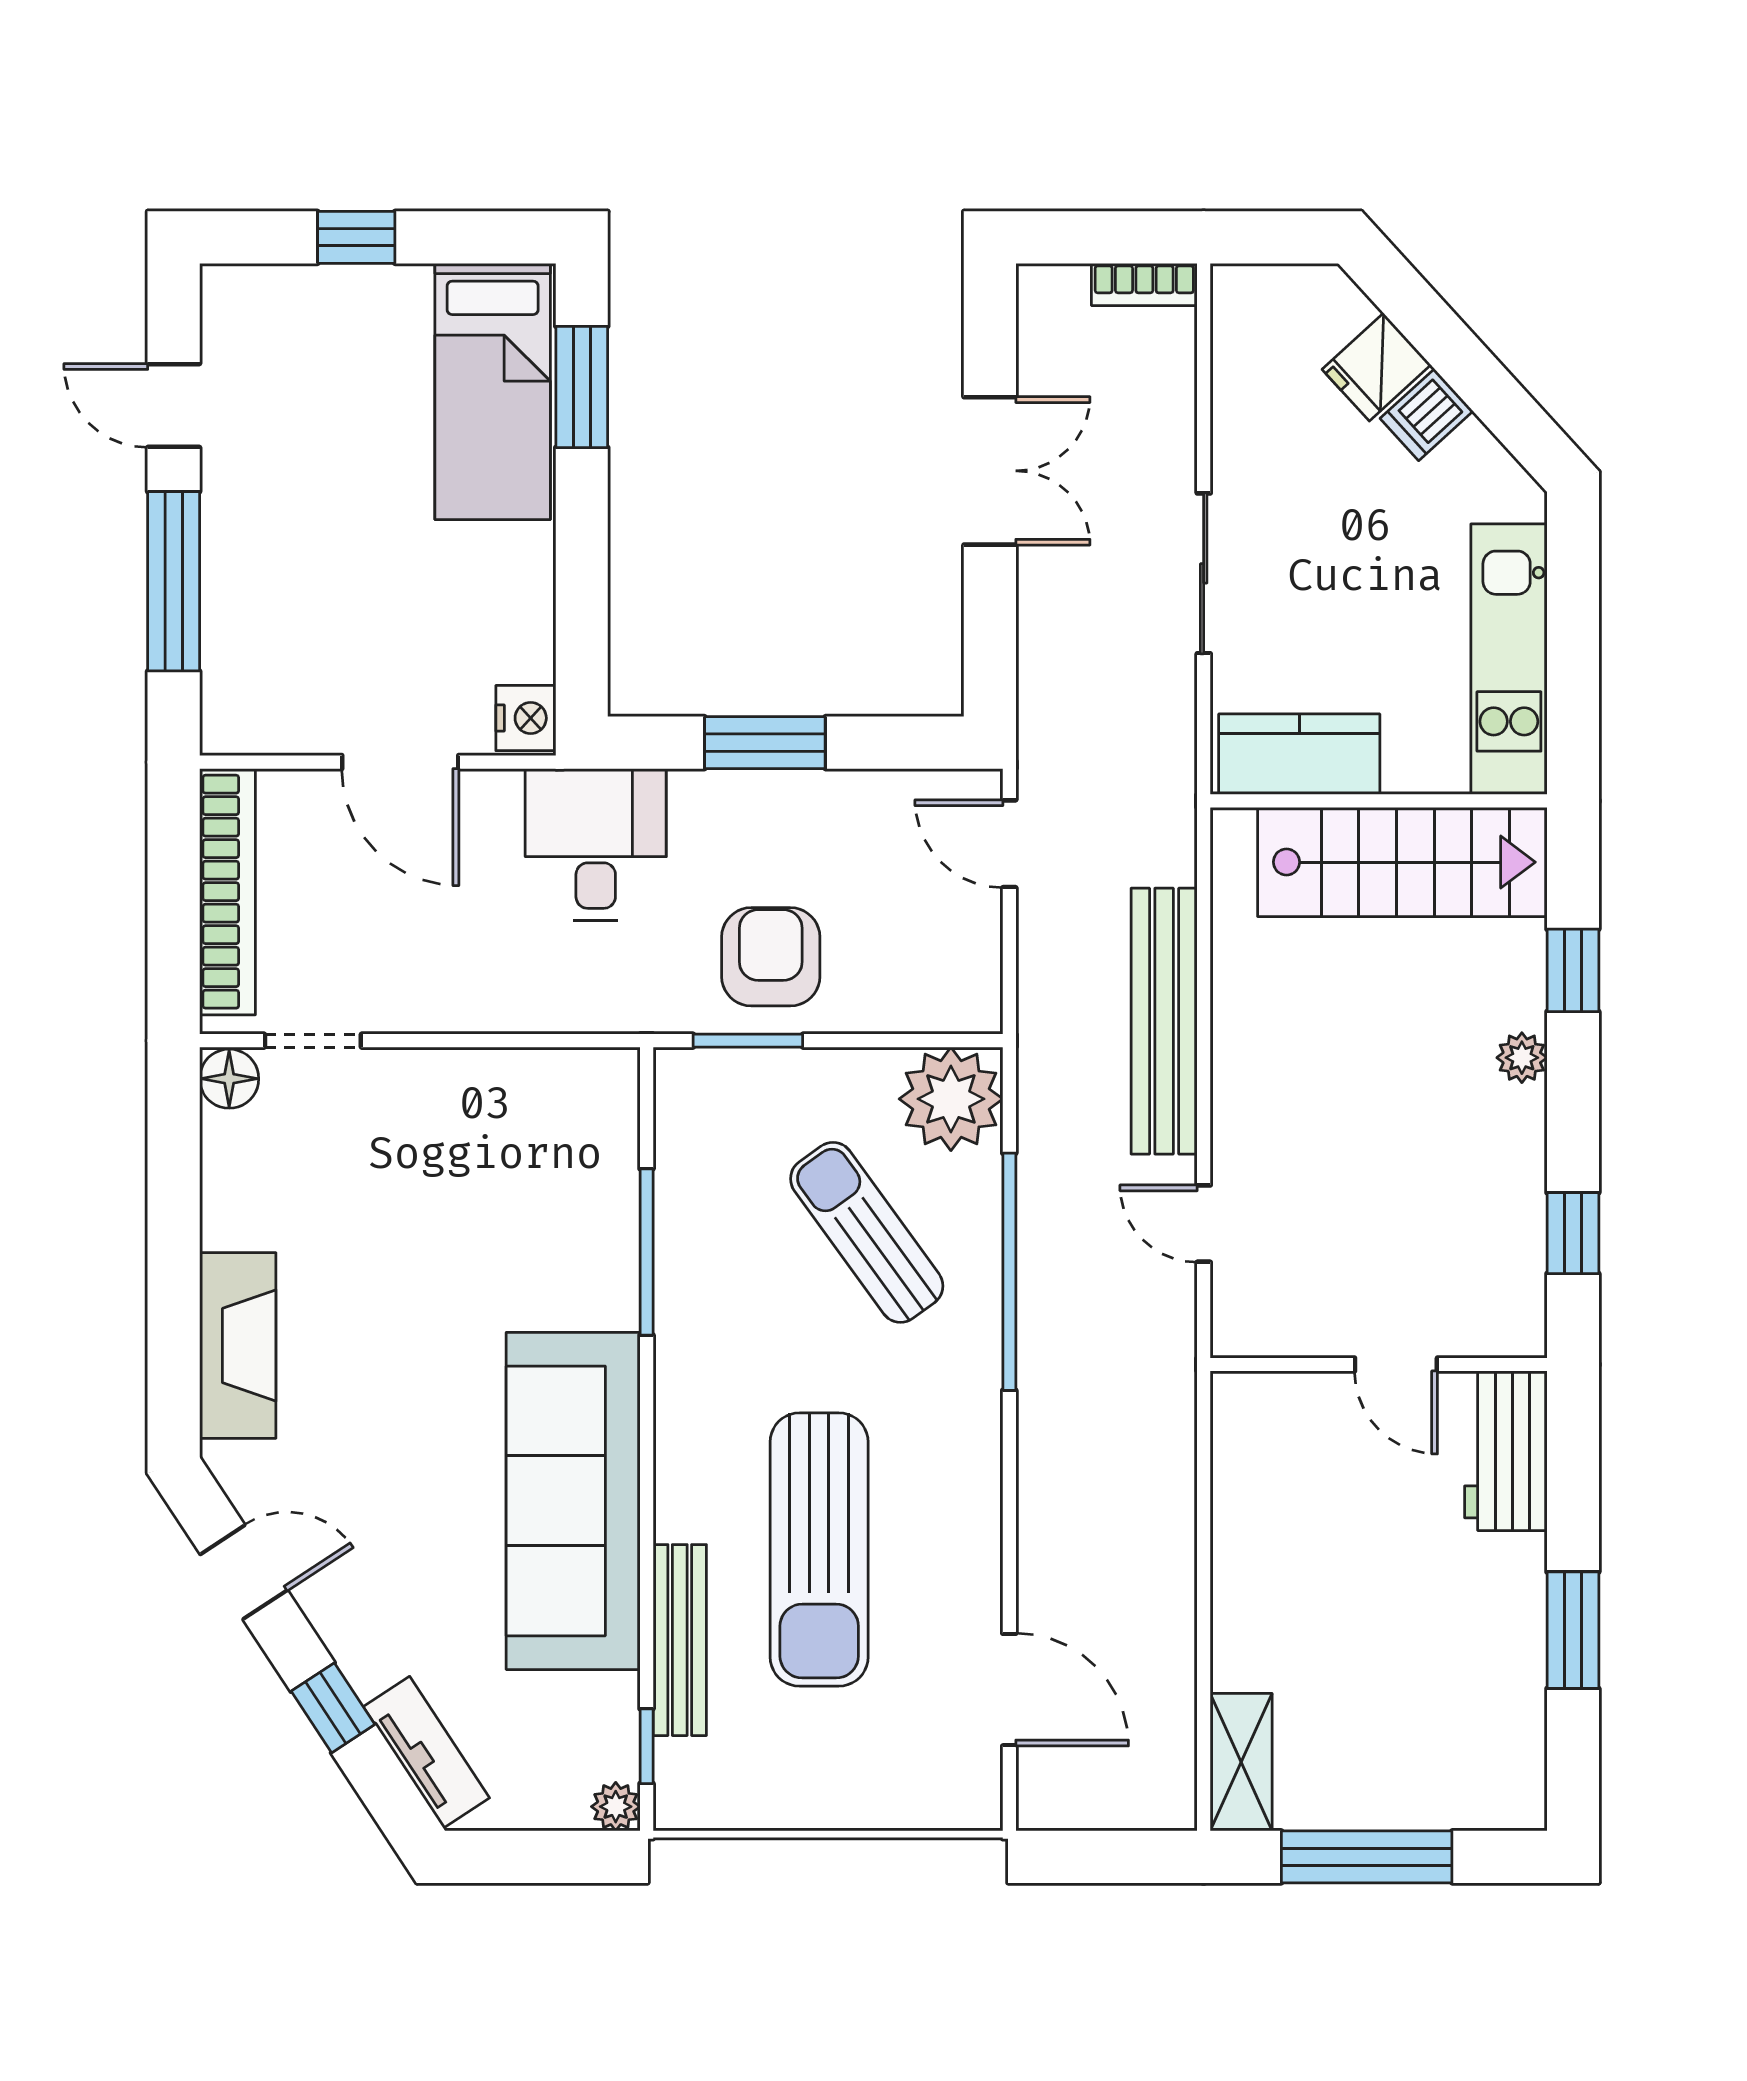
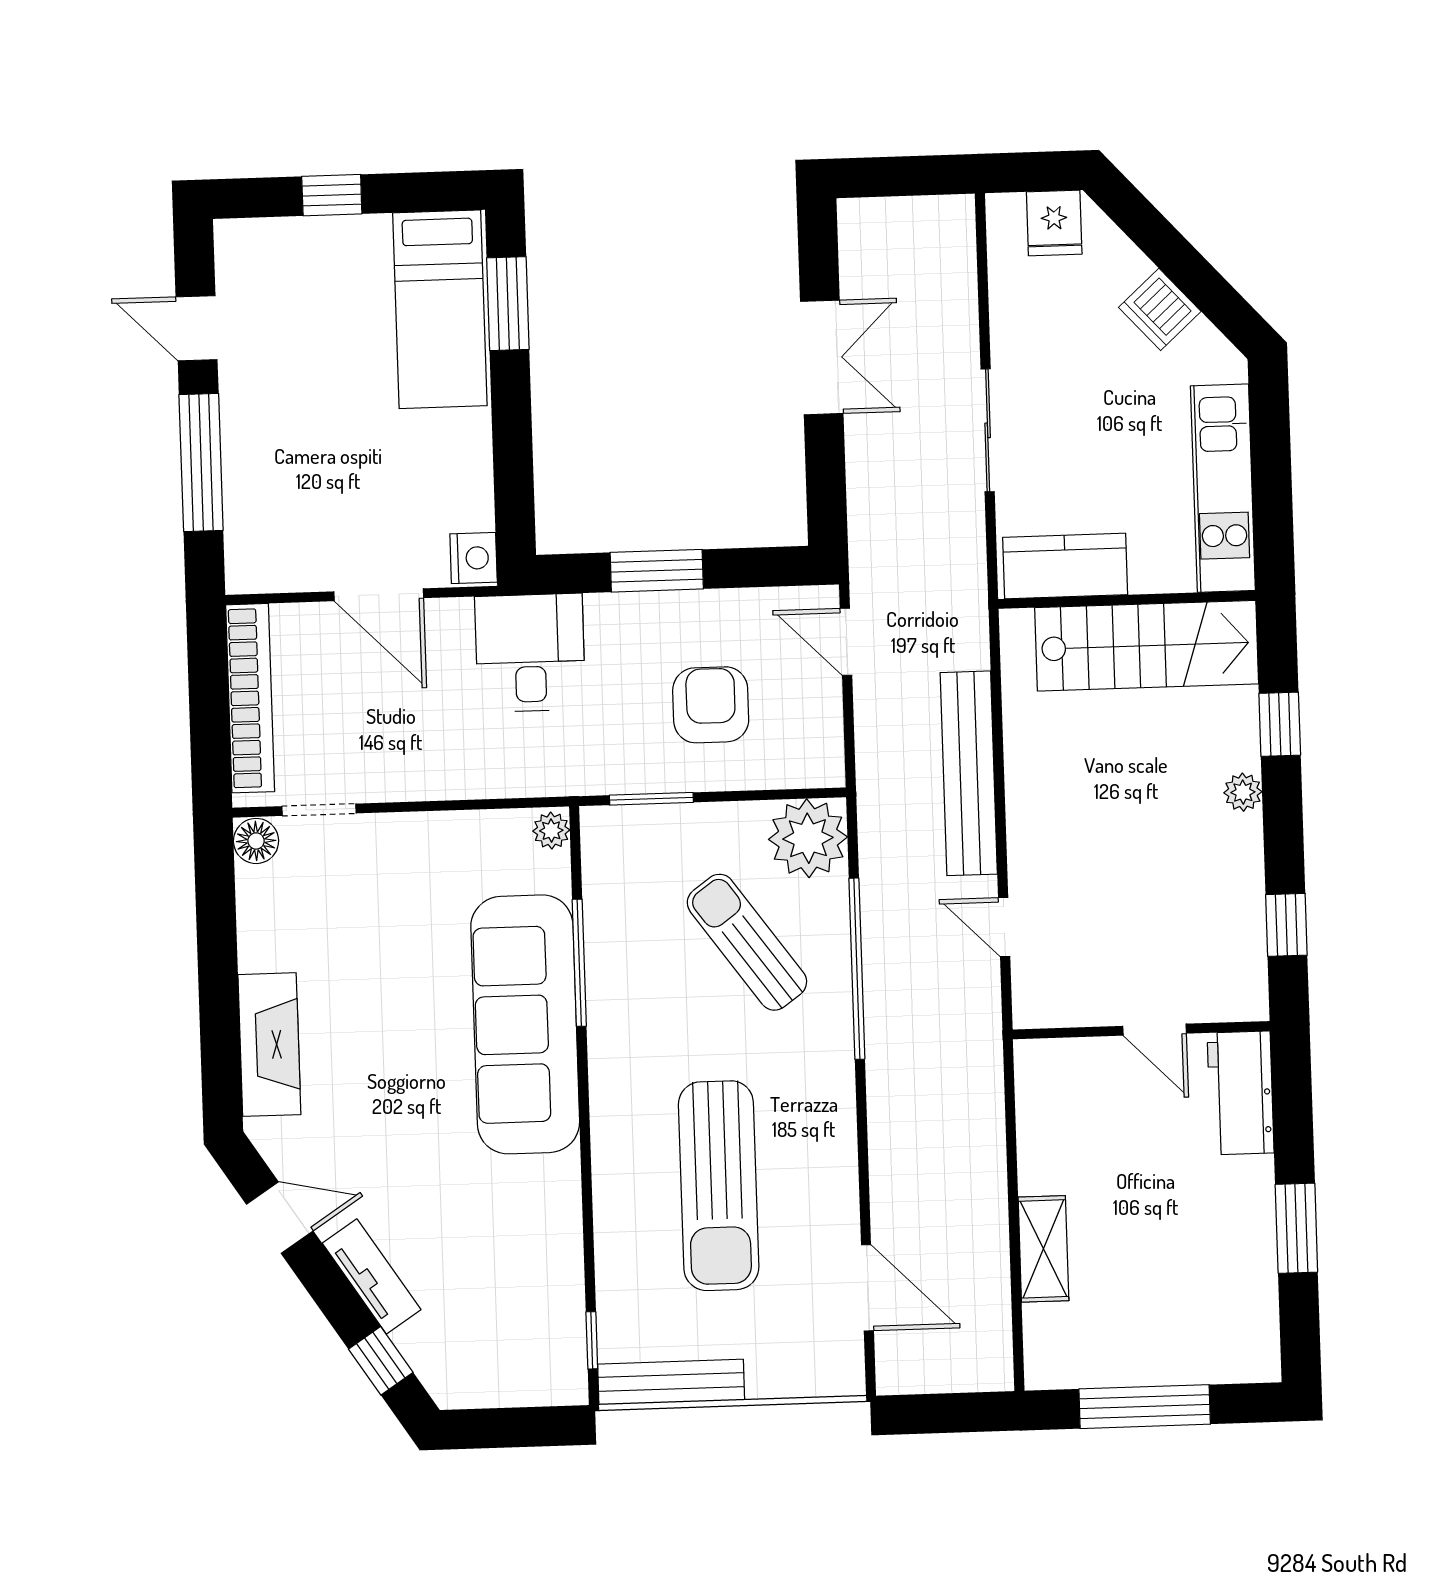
bookcase: (1144, 284) -> (935, 211), removed
fridge: (1376, 367) -> (1054, 223), moved, turned -48
dishwasher: (1427, 415) -> (1160, 309), width x1.38
armchair: (771, 957) -> (711, 705), moved
sofa: (573, 1501) -> (525, 1024), moved
bench: (680, 1640) -> (671, 1382), moved, turned 90
window: (333, 1708) -> (381, 1361), moved
tv unit: (426, 1752) -> (372, 1276), moved
shelving: (1241, 1762) -> (1043, 1249), moved
plant: (616, 1807) -> (551, 831), moved

